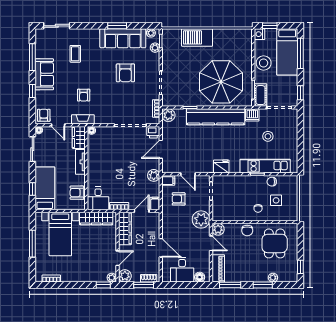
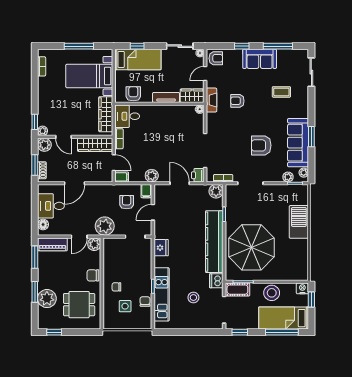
plant: (273, 278) -> (47, 299), width x1.87, depth x1.87

